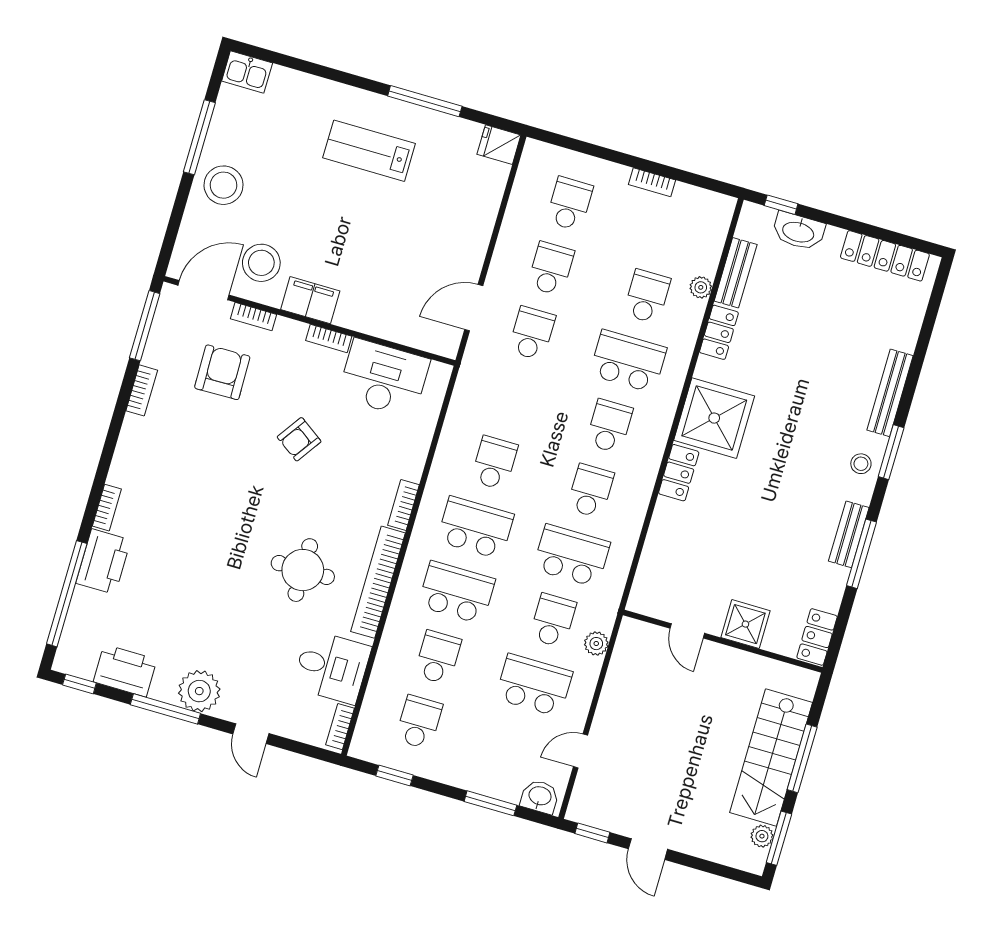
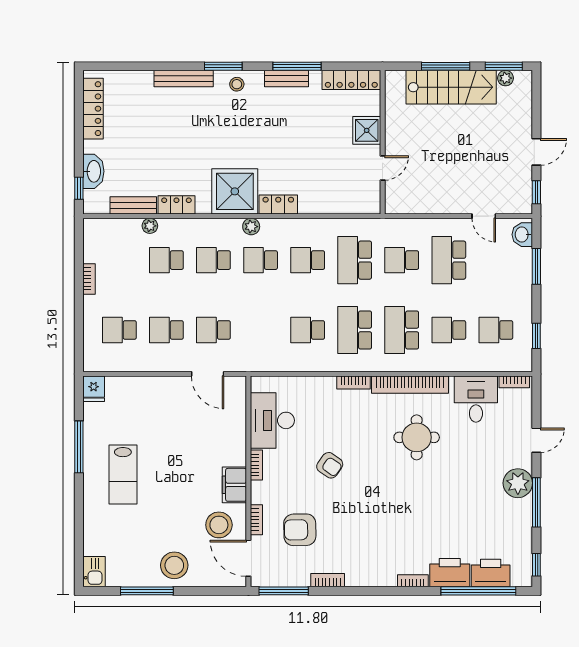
school desk: (628, 361) -> (213, 260), width x0.54
locker: (817, 637) -> (351, 80), width x1.53
plant: (596, 644) -> (251, 227), moved
printer: (125, 671) -> (491, 573), moved, turned 90

